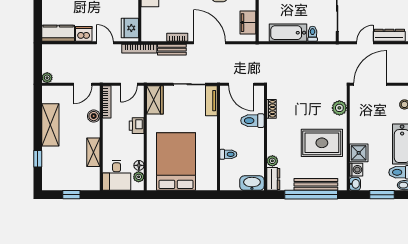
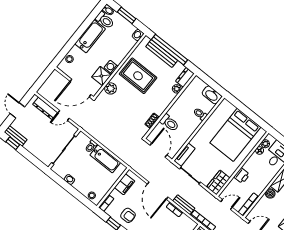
boiler: (94, 116) -> (270, 193), moved
shower: (359, 153) -> (101, 76), moved
washing machine: (356, 170) -> (111, 67), moved
washbasin: (252, 183) -> (212, 95), moved

